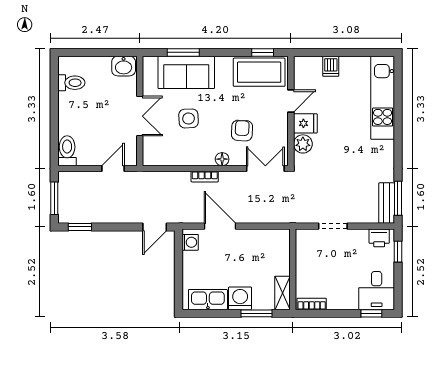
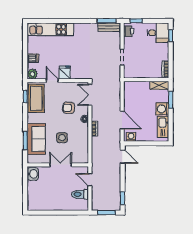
toilet: (71, 83) -> (42, 203), removed
plant: (303, 144) -> (32, 74), moved
toilet: (67, 151) -> (80, 194), moved
door: (220, 226) -> (122, 120), swing flipped

